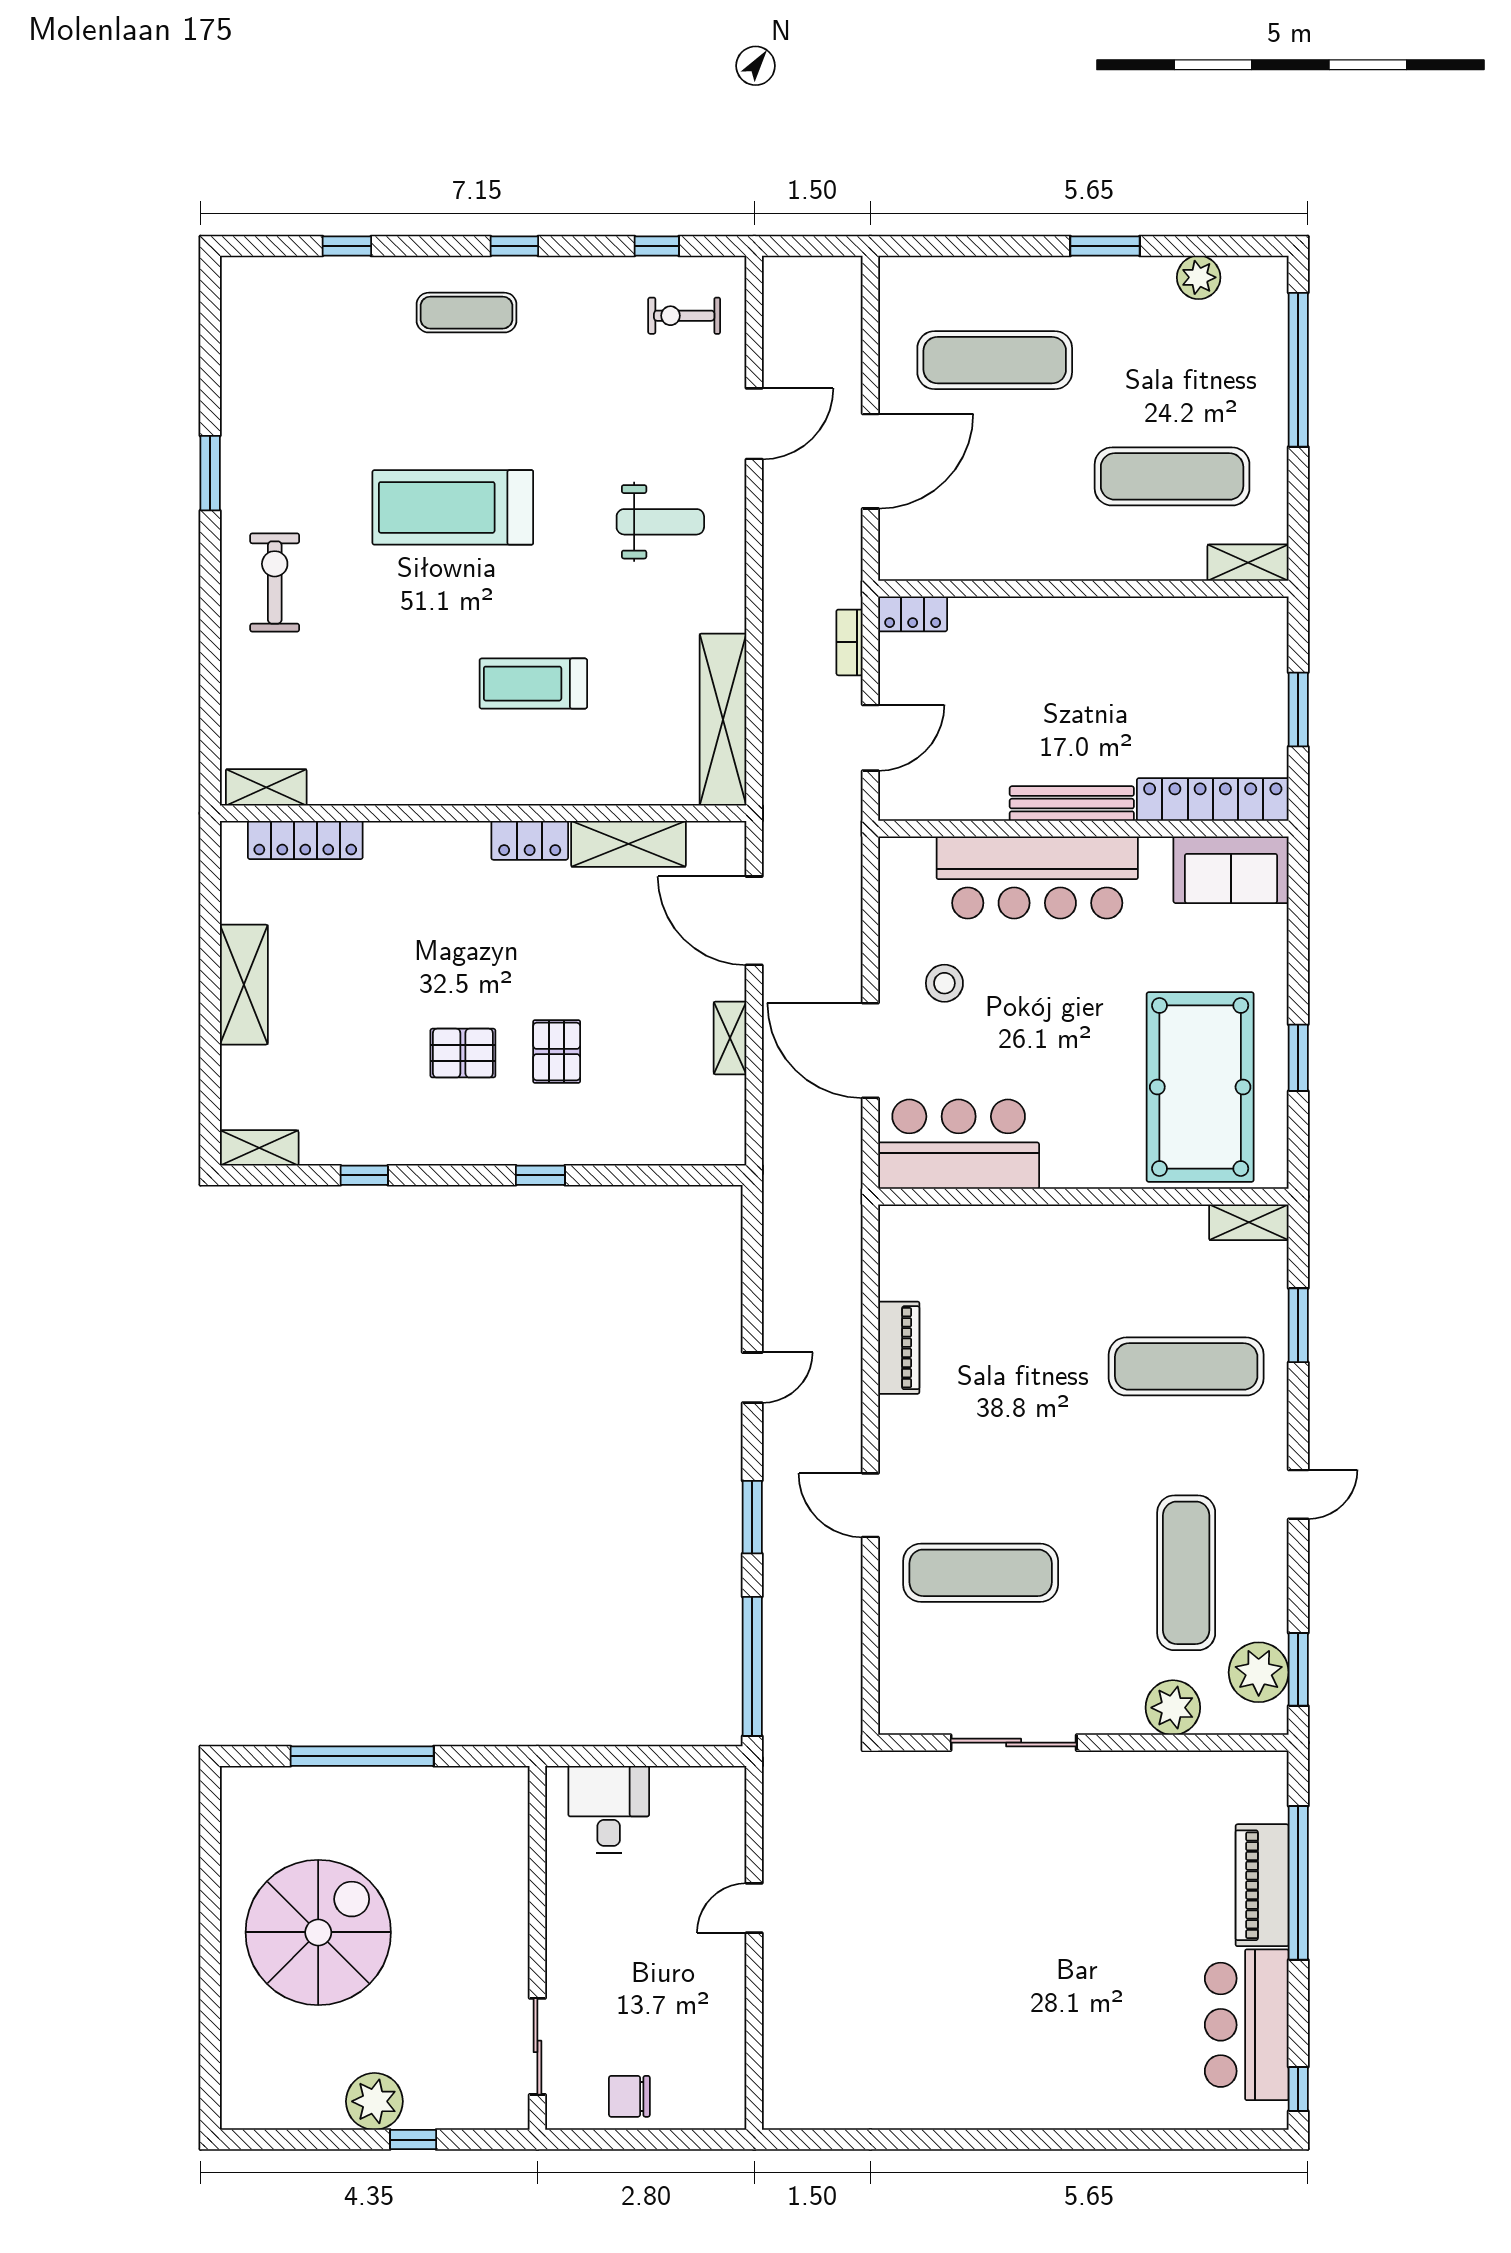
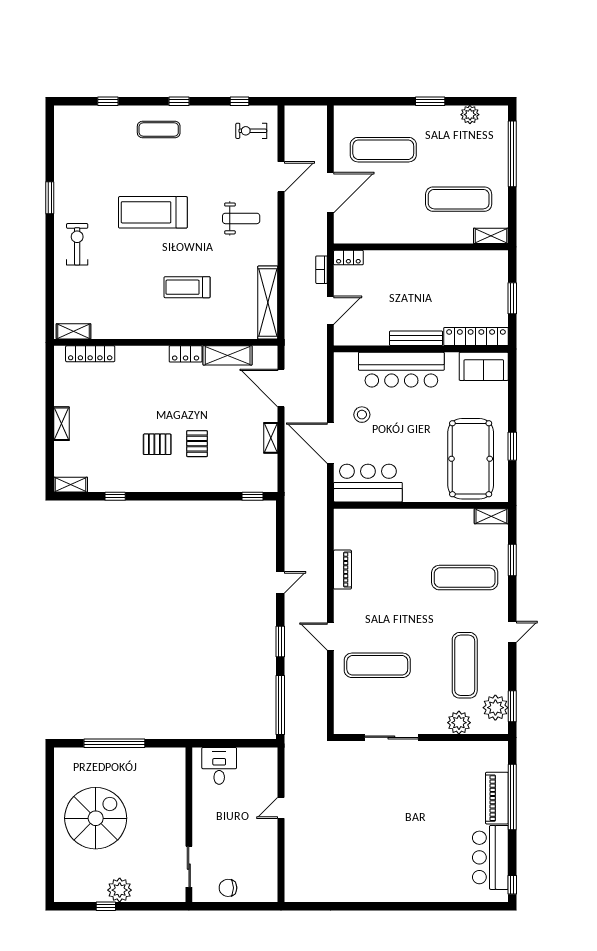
shelving: (244, 985) -> (61, 424), width x0.67, depth x0.75
window: (540, 1175) -> (252, 496), moved
window: (413, 2140) -> (106, 906), moved

